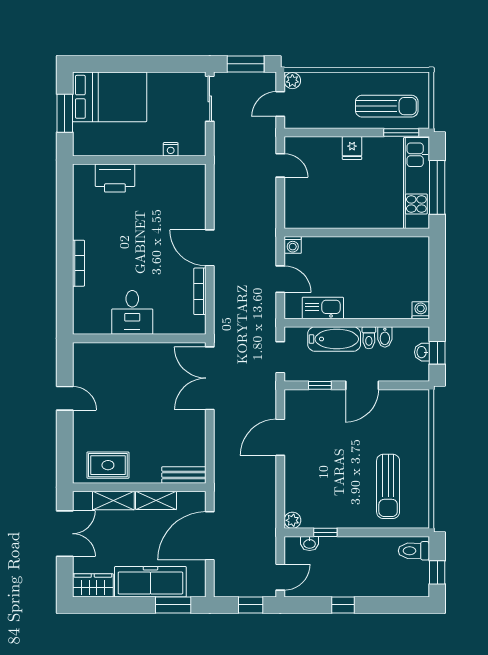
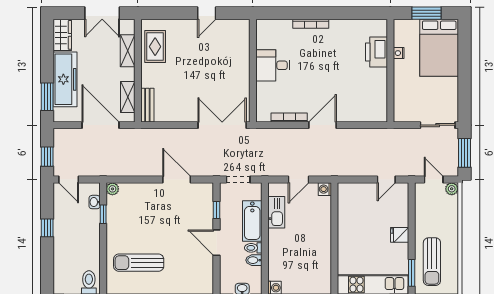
nightstand: (171, 149) -> (399, 53), moved
shelving: (156, 500) -> (128, 97), moved

